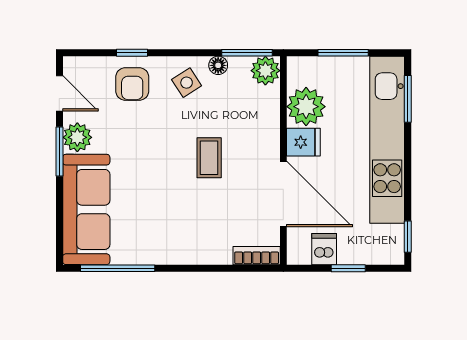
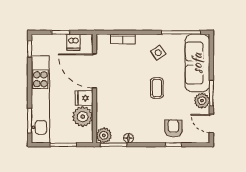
side table: (187, 83) -> (158, 53), moved
coffee table: (209, 158) -> (157, 88), moved
bookcase: (257, 256) -> (123, 39), moved

